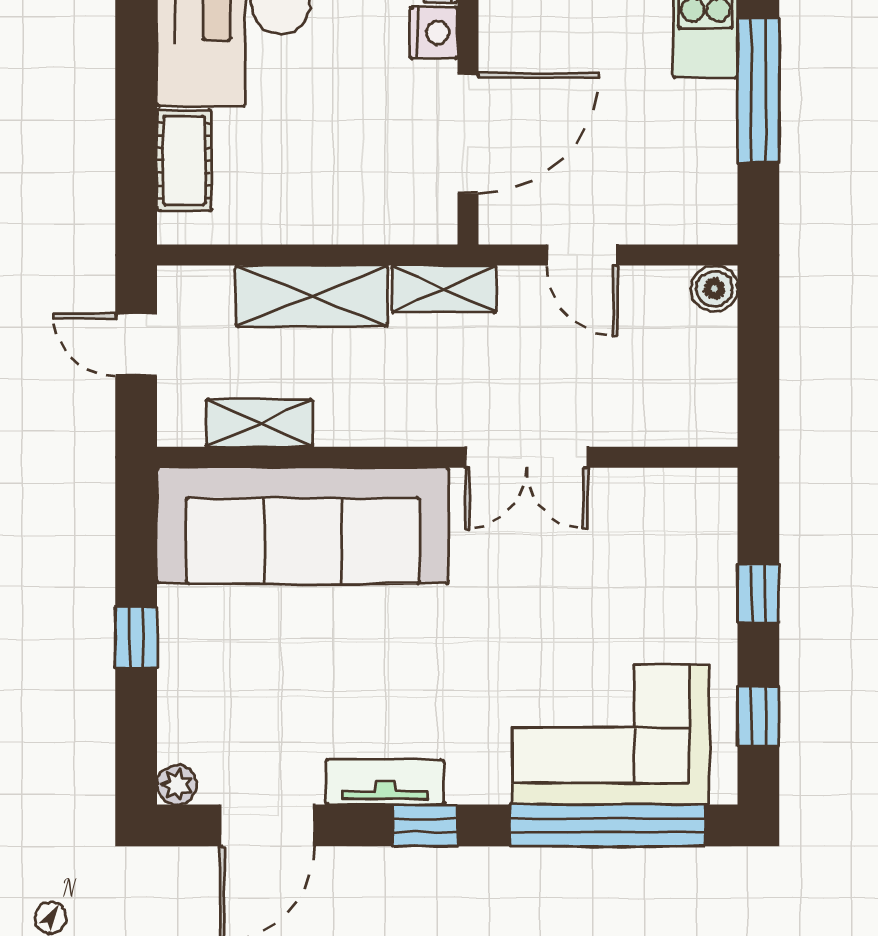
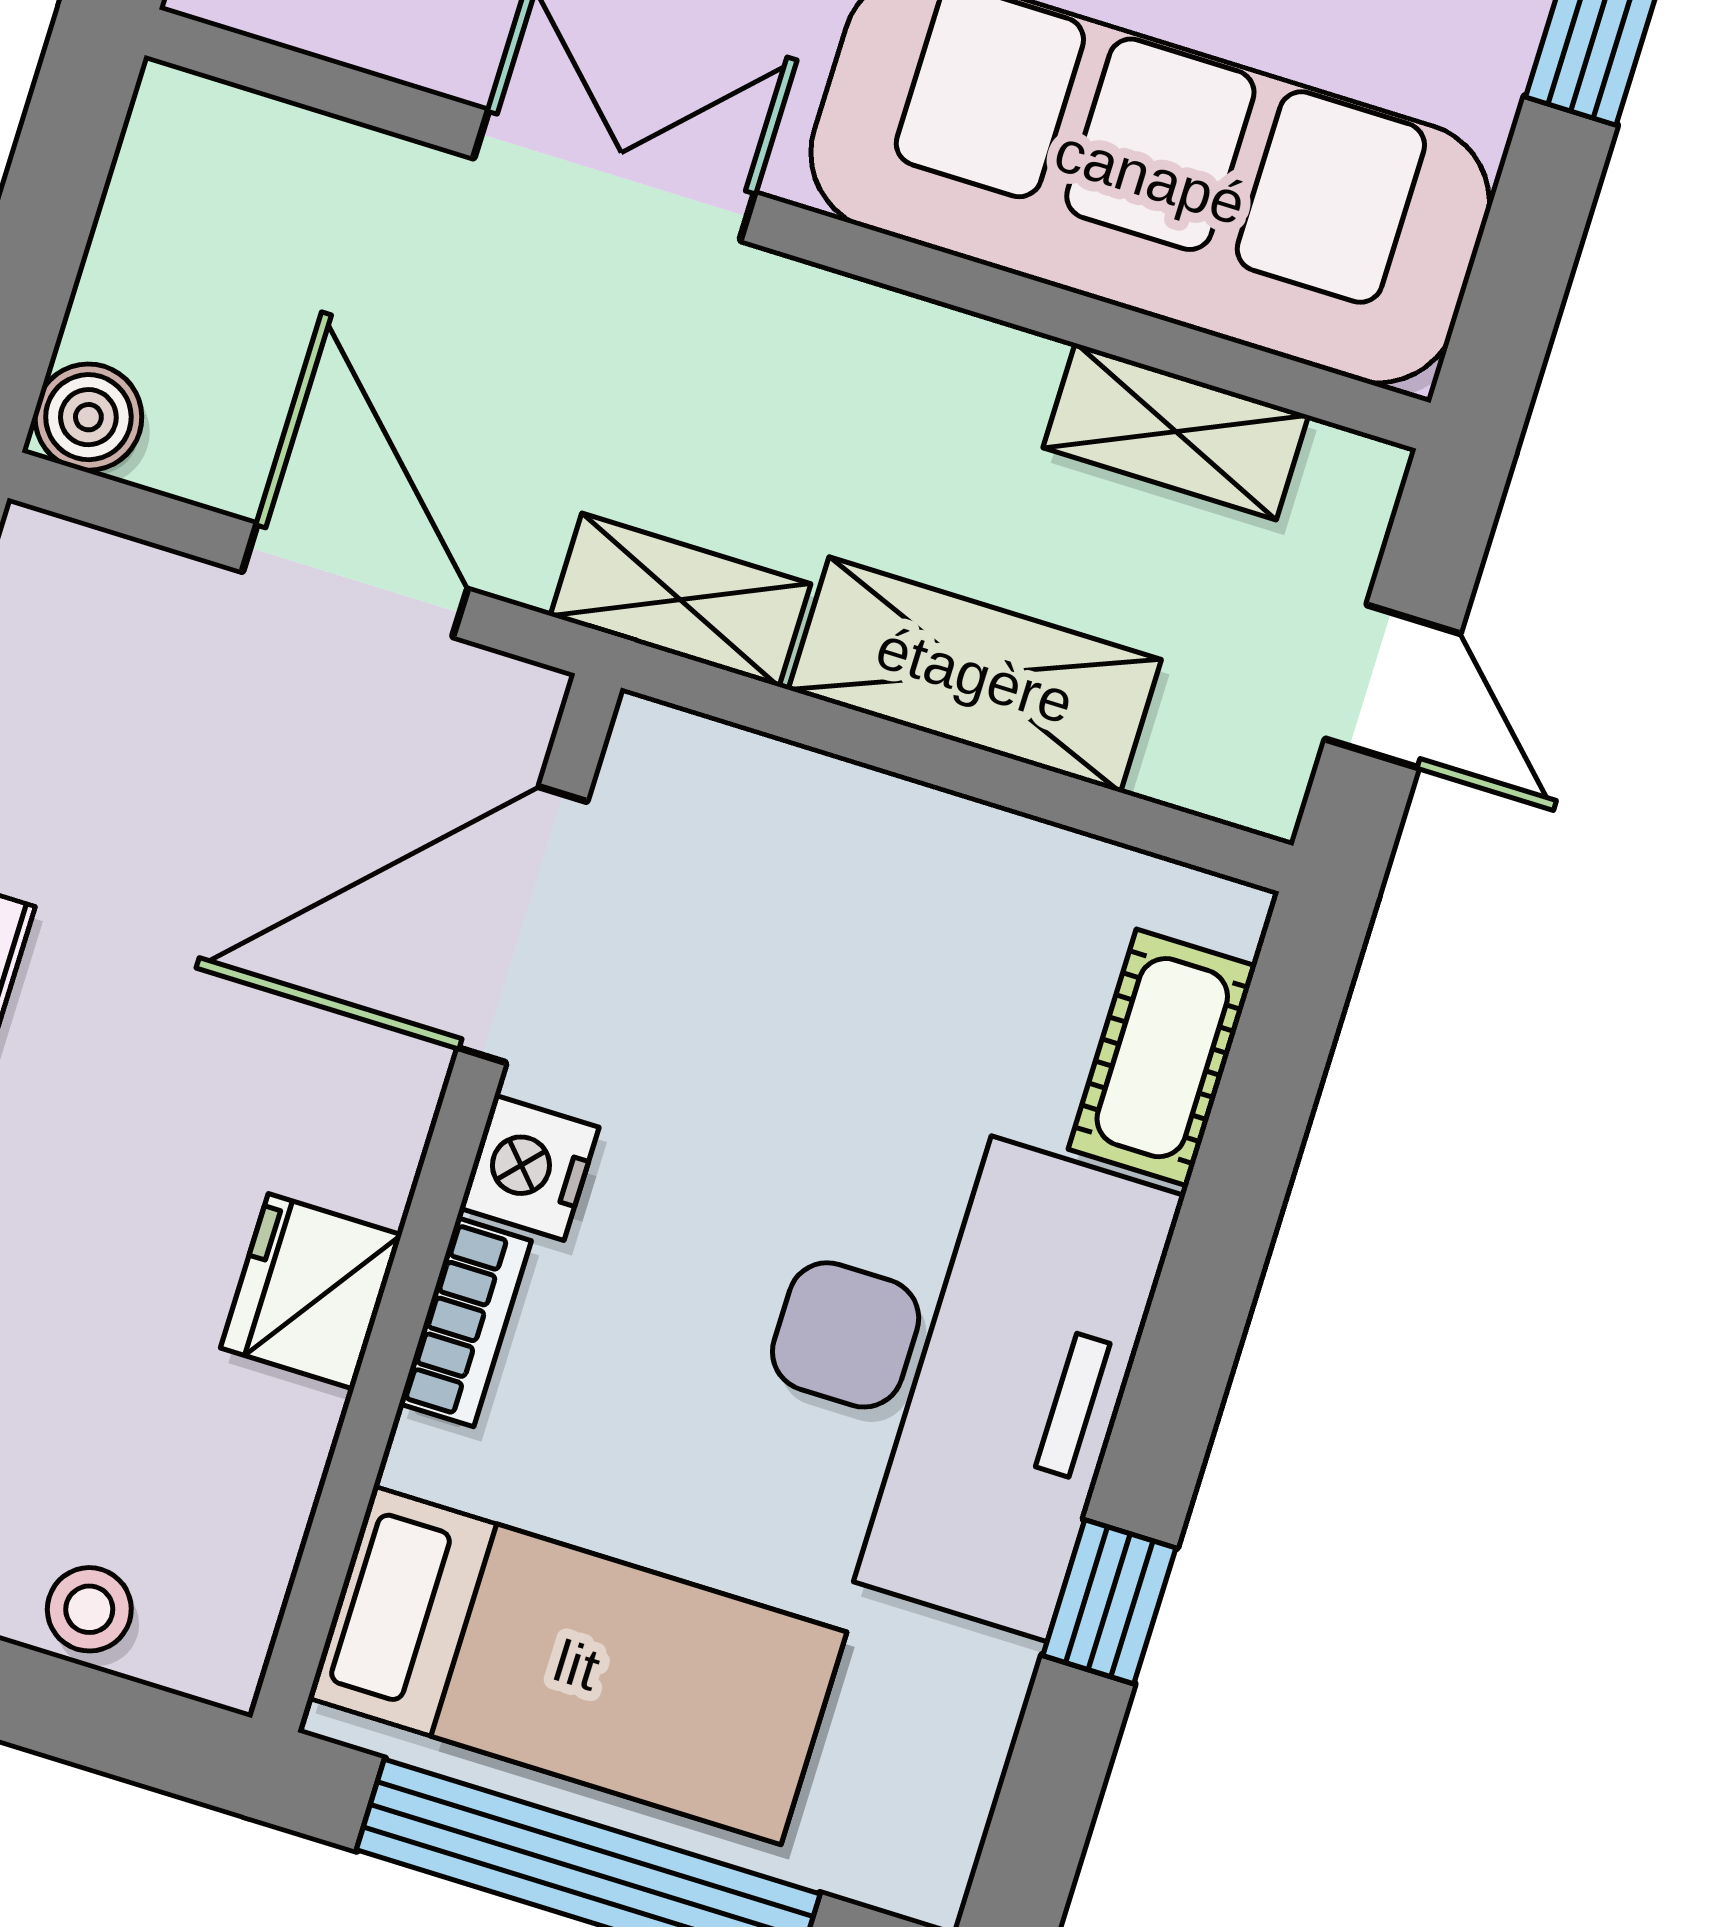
door: (582, 255) -> (355, 580), width x1.38

